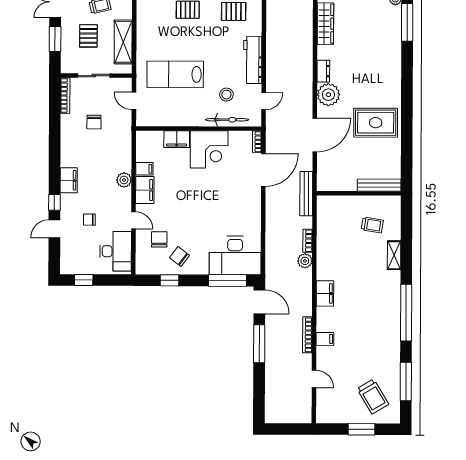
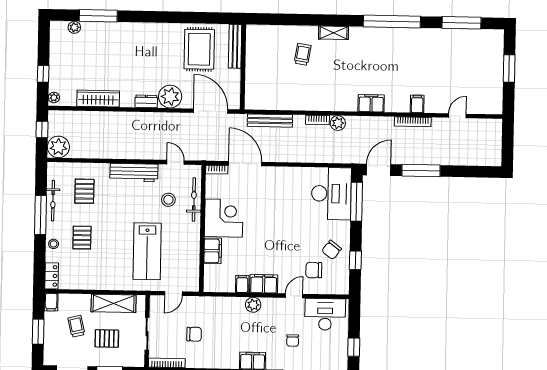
bench: (379, 185) -> (235, 46), moved
wall: (359, 193) -> (243, 67), moved
trolley: (373, 397) -> (476, 56), removed

